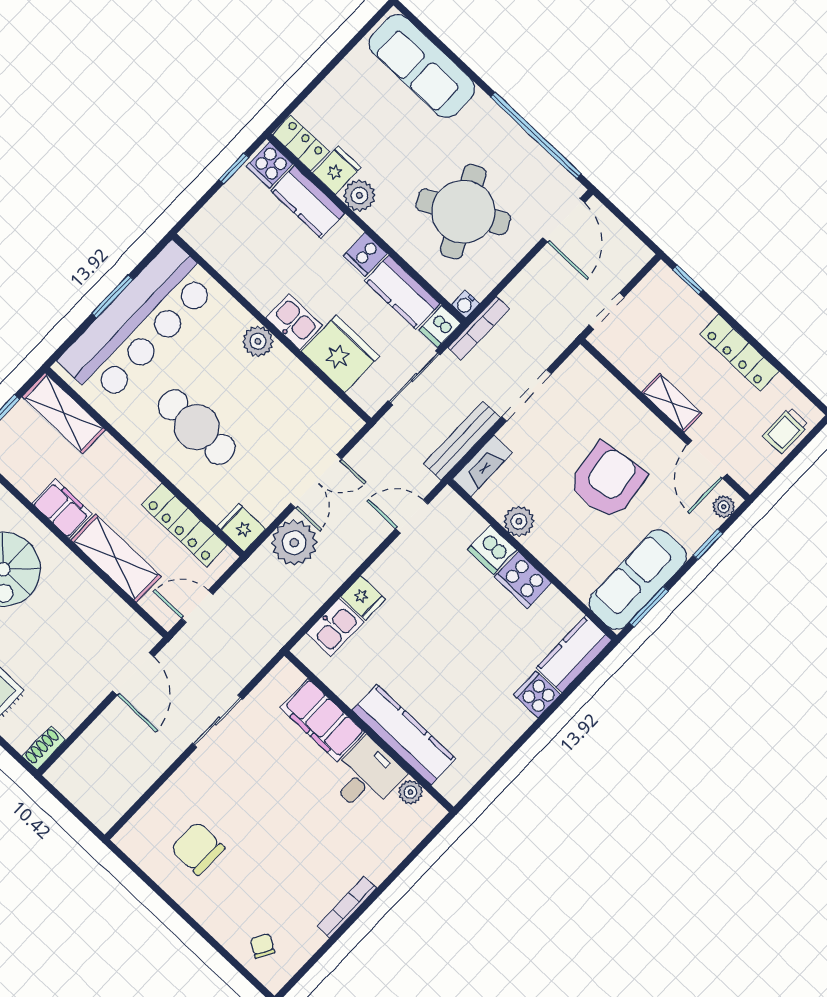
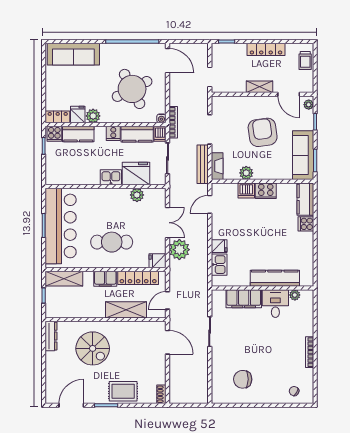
plant: (258, 341) -> (137, 195), moved
filing cabinet: (62, 509) -> (105, 279), moved, turned 180

